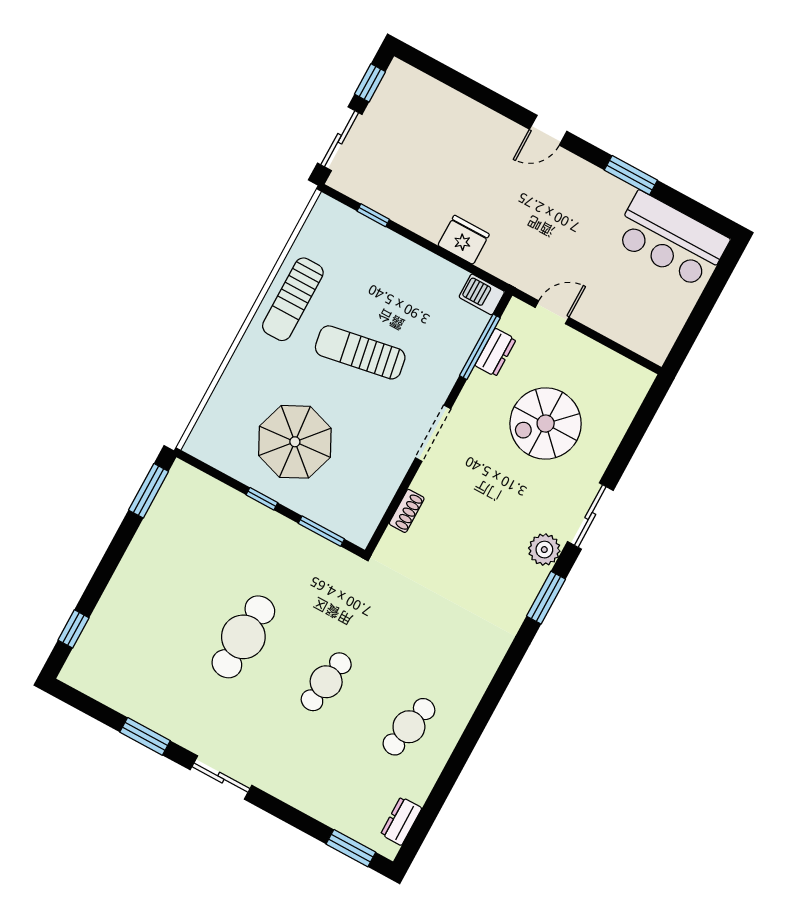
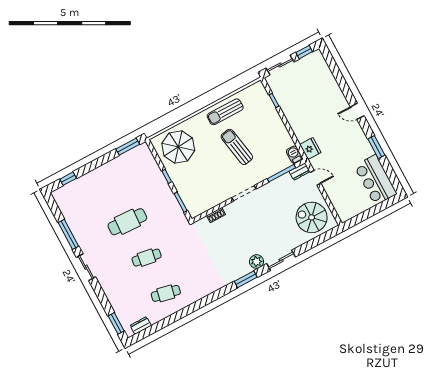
fridge: (464, 240) -> (310, 149), moved
dresser: (495, 352) -> (299, 171), moved
spiral stairs: (546, 424) -> (312, 217), moved
parasol: (295, 442) -> (178, 147), moved
window: (145, 736) -> (68, 234), width x1.44

